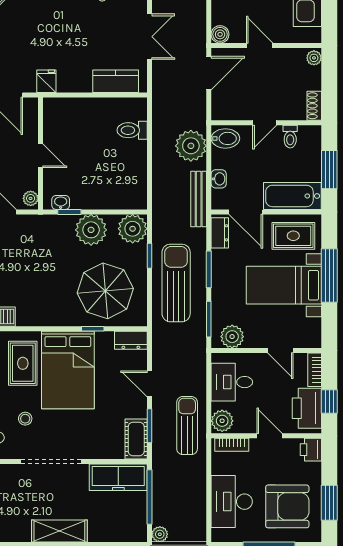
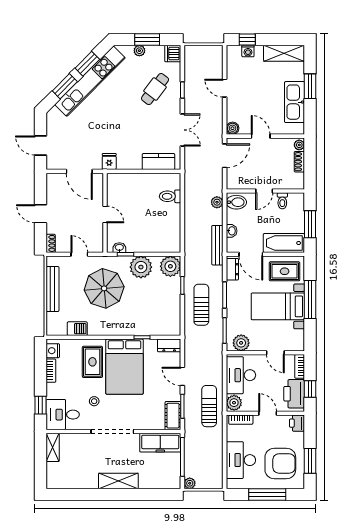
shoe rack: (314, 106) -> (299, 162), moved
plant: (191, 146) -> (217, 202), width x0.53, depth x0.53
plant: (31, 198) -> (98, 245), removed
sun lounger: (176, 283) -> (201, 305), width x0.73, depth x0.75
parasol: (105, 291) -> (104, 288), moved
desk: (232, 382) -> (241, 375), width x1.37

